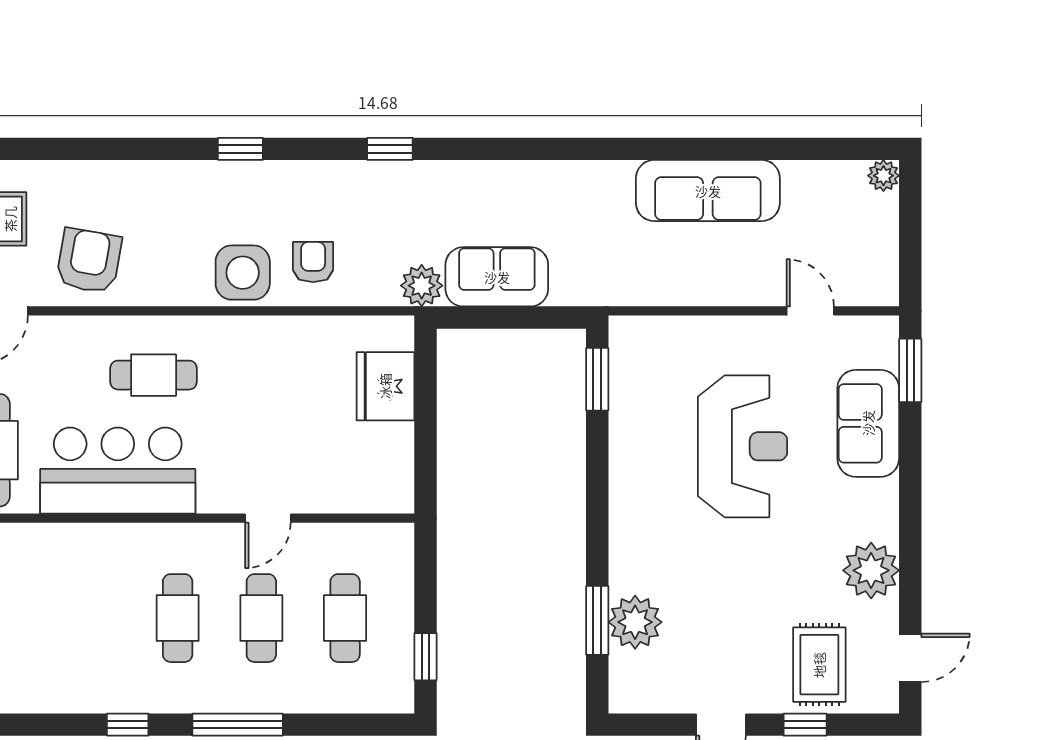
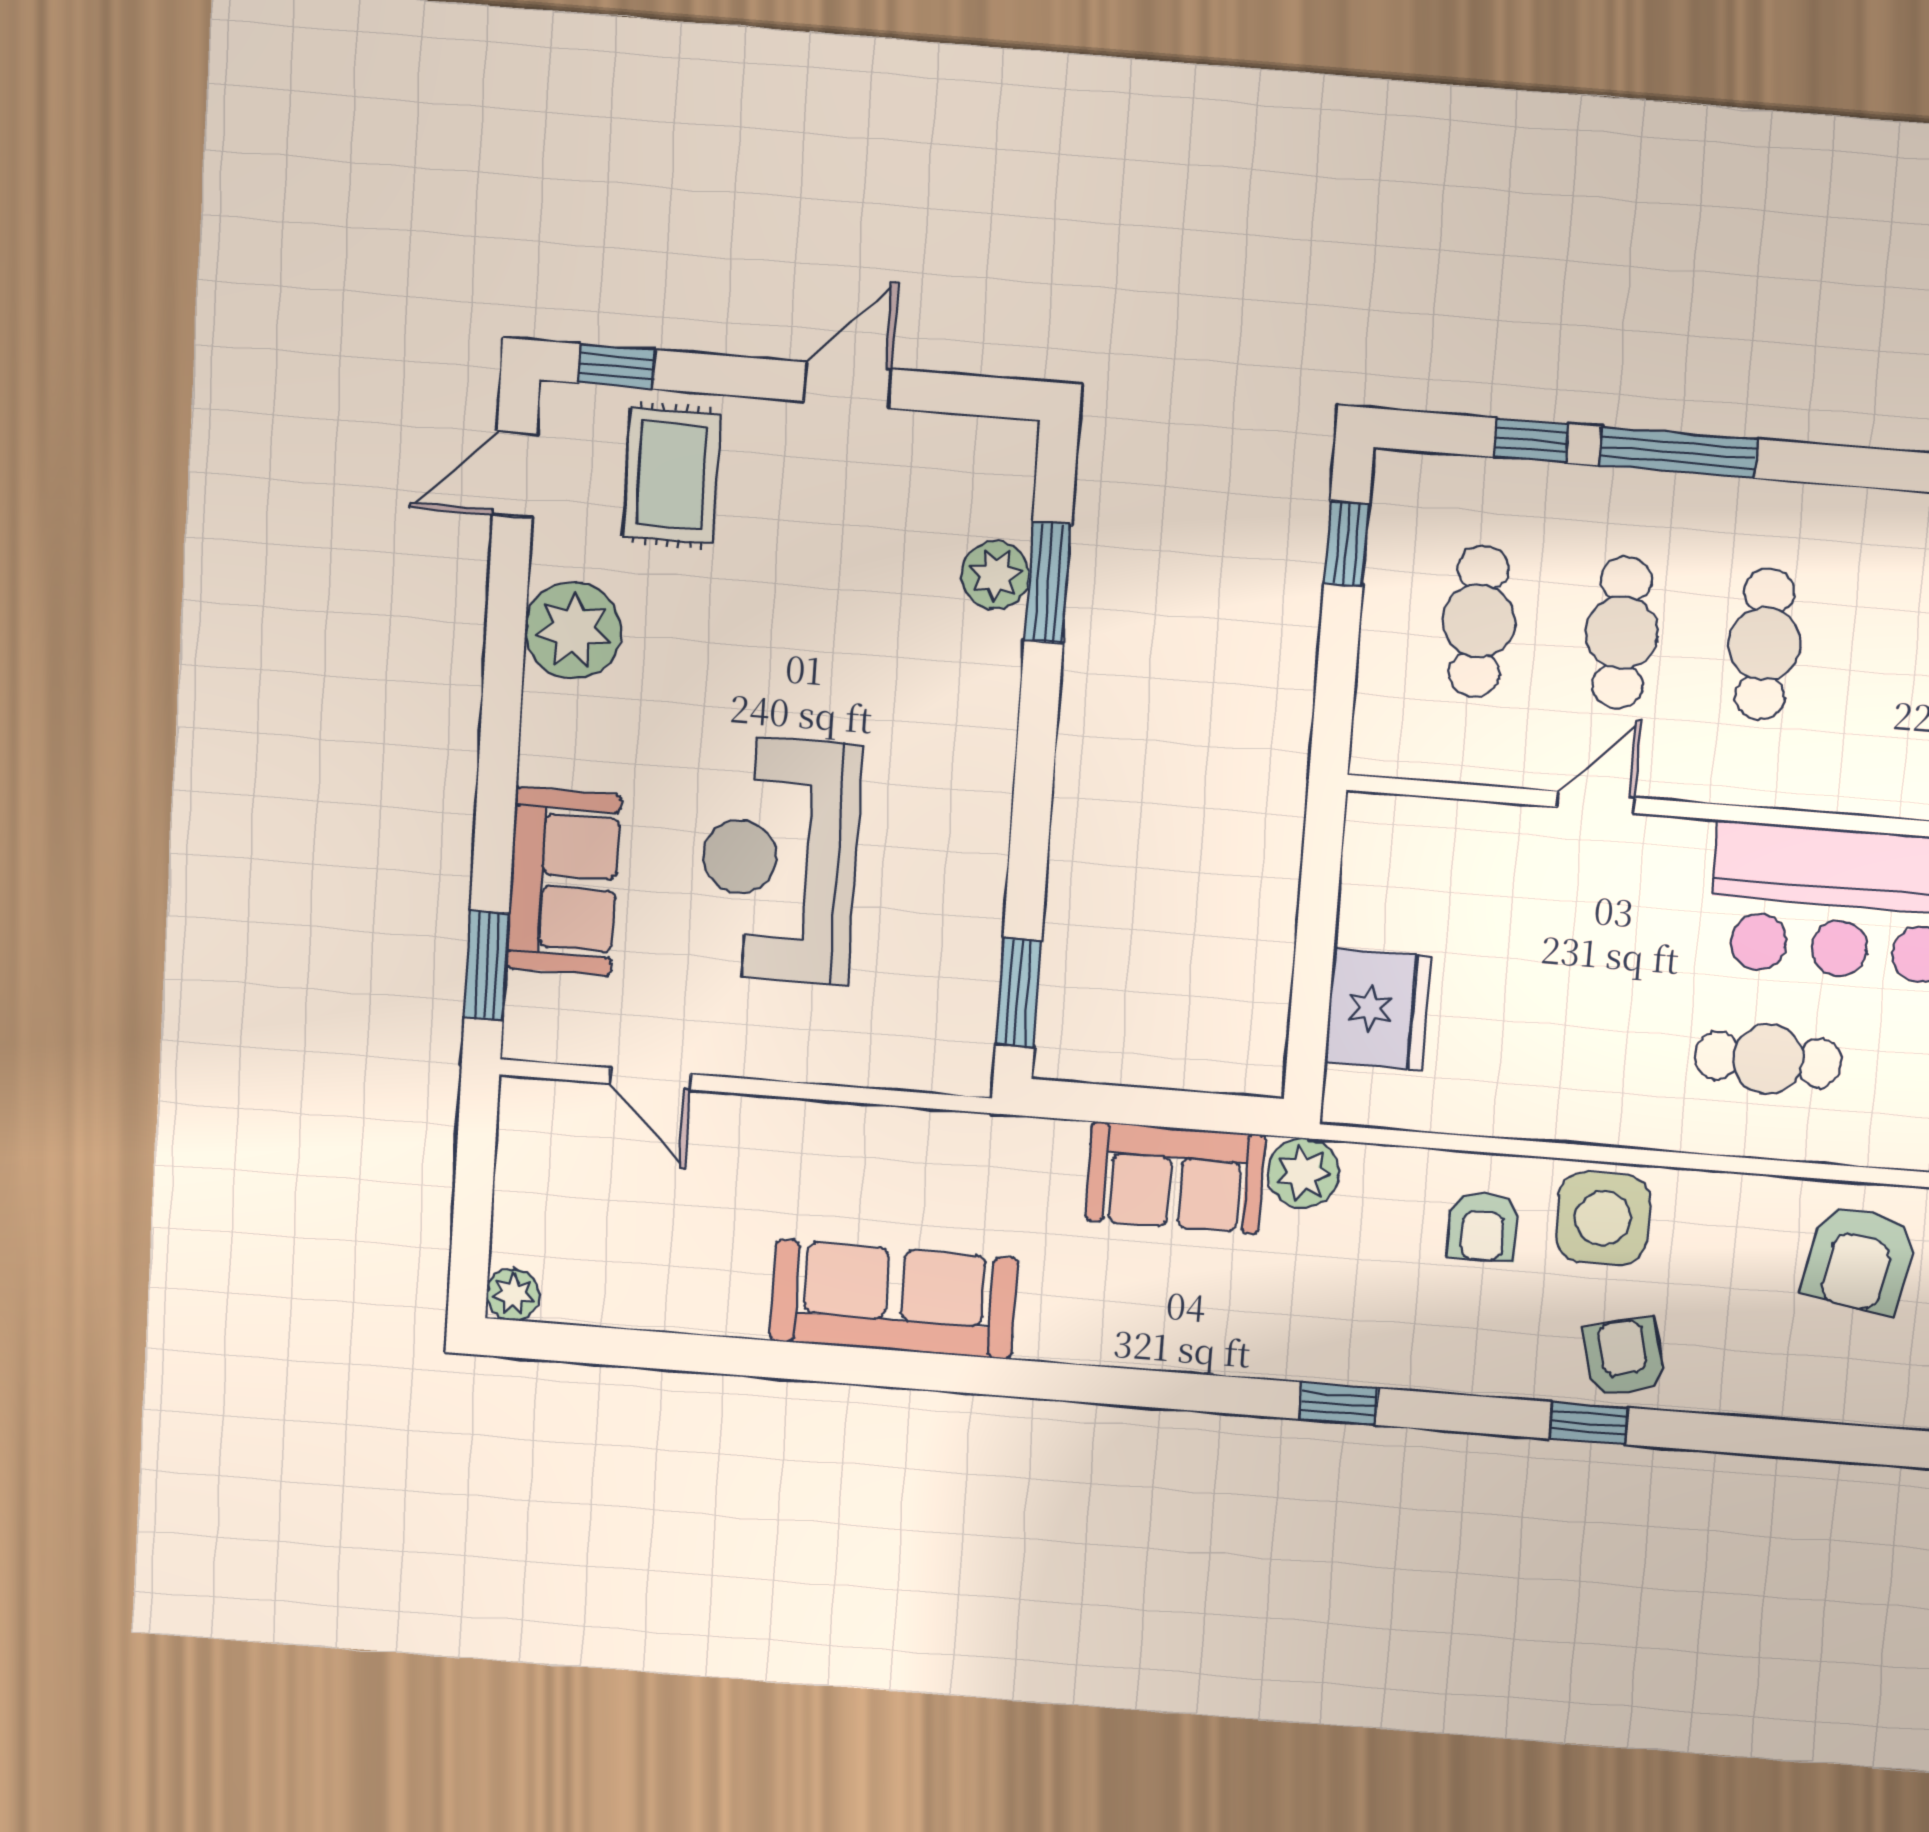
armchair: (223, 190) -> (1624, 1358), added
sofa: (708, 191) -> (894, 1299), moved
plant: (635, 622) -> (995, 575), width x0.73, depth x0.73
window: (128, 725) -> (1531, 440), moved
window: (805, 725) -> (617, 366), moved

